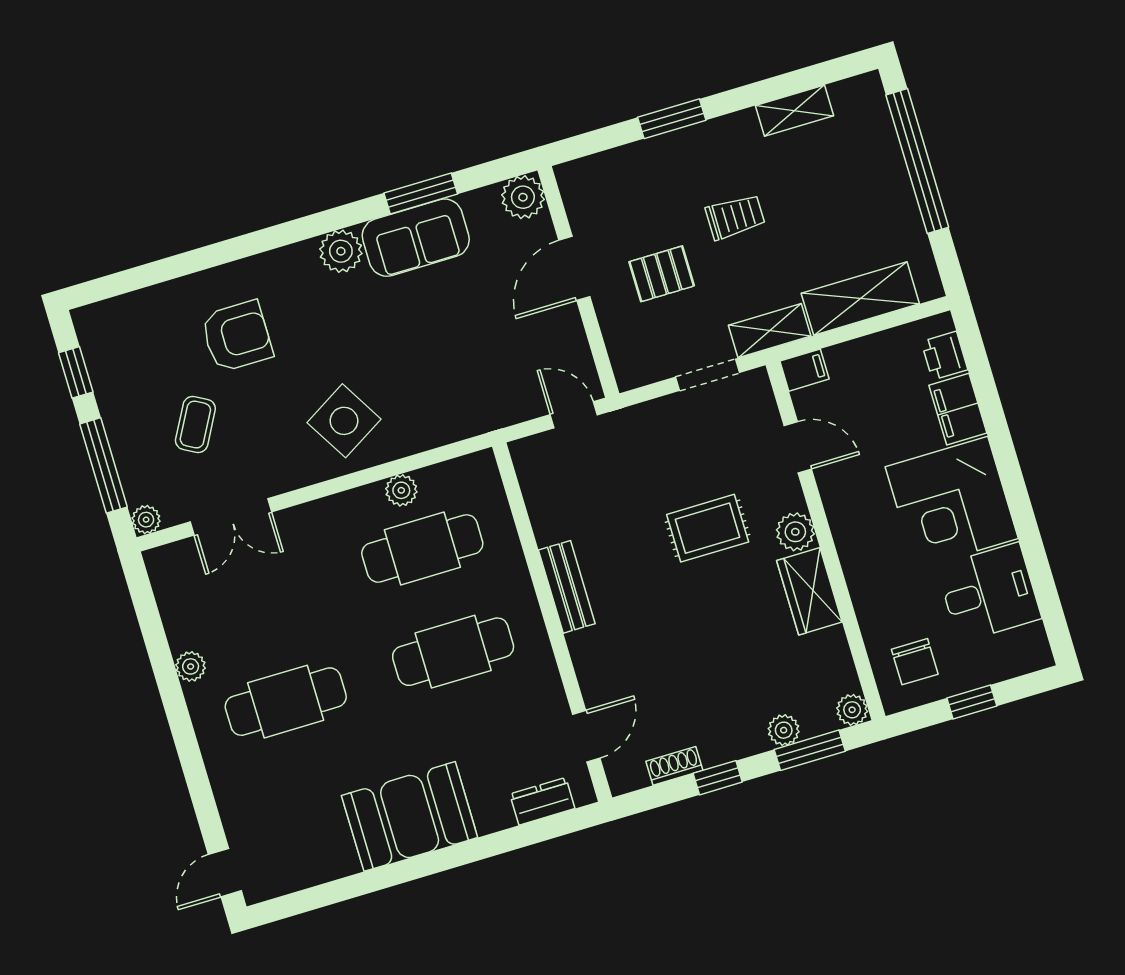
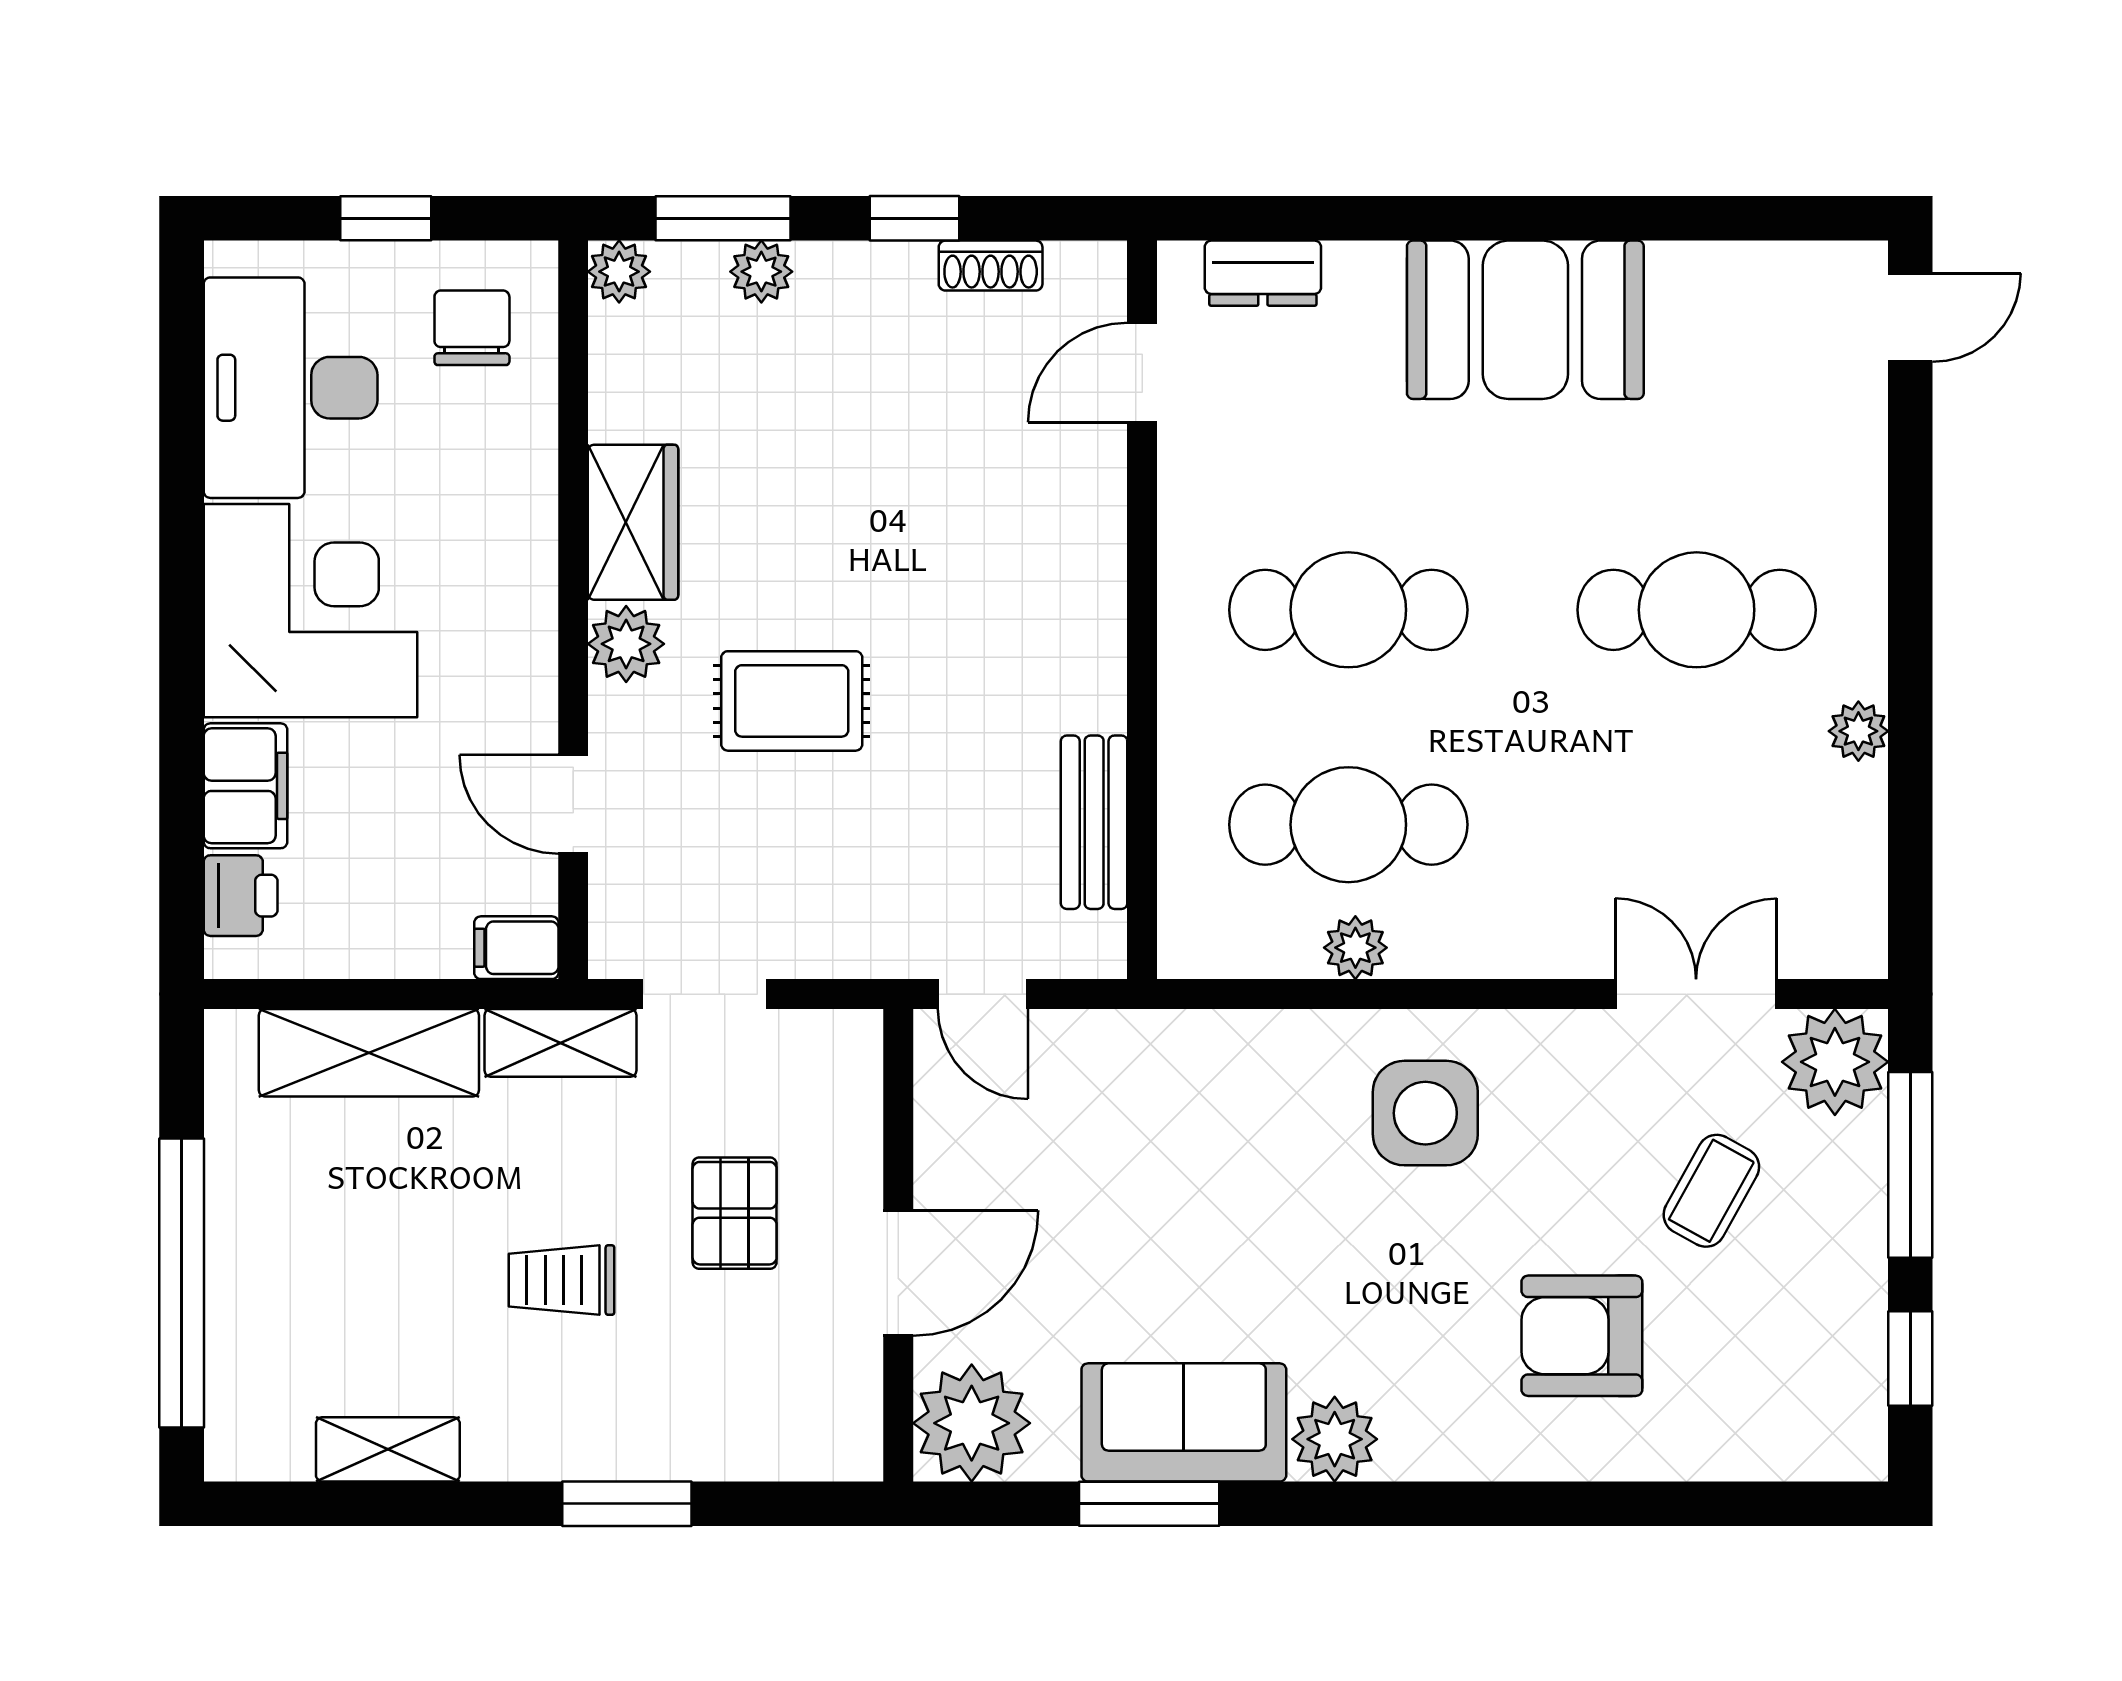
plant: (523, 197) -> (972, 1423), width x1.36, depth x1.36
pallet: (662, 274) -> (735, 1213), turned 90
side table: (344, 421) -> (1425, 1113), turned 31
plant: (146, 520) -> (1835, 1062), width x1.87, depth x1.87
bench: (567, 587) -> (1094, 822), moved
desk: (989, 593) -> (291, 388), width x1.37

